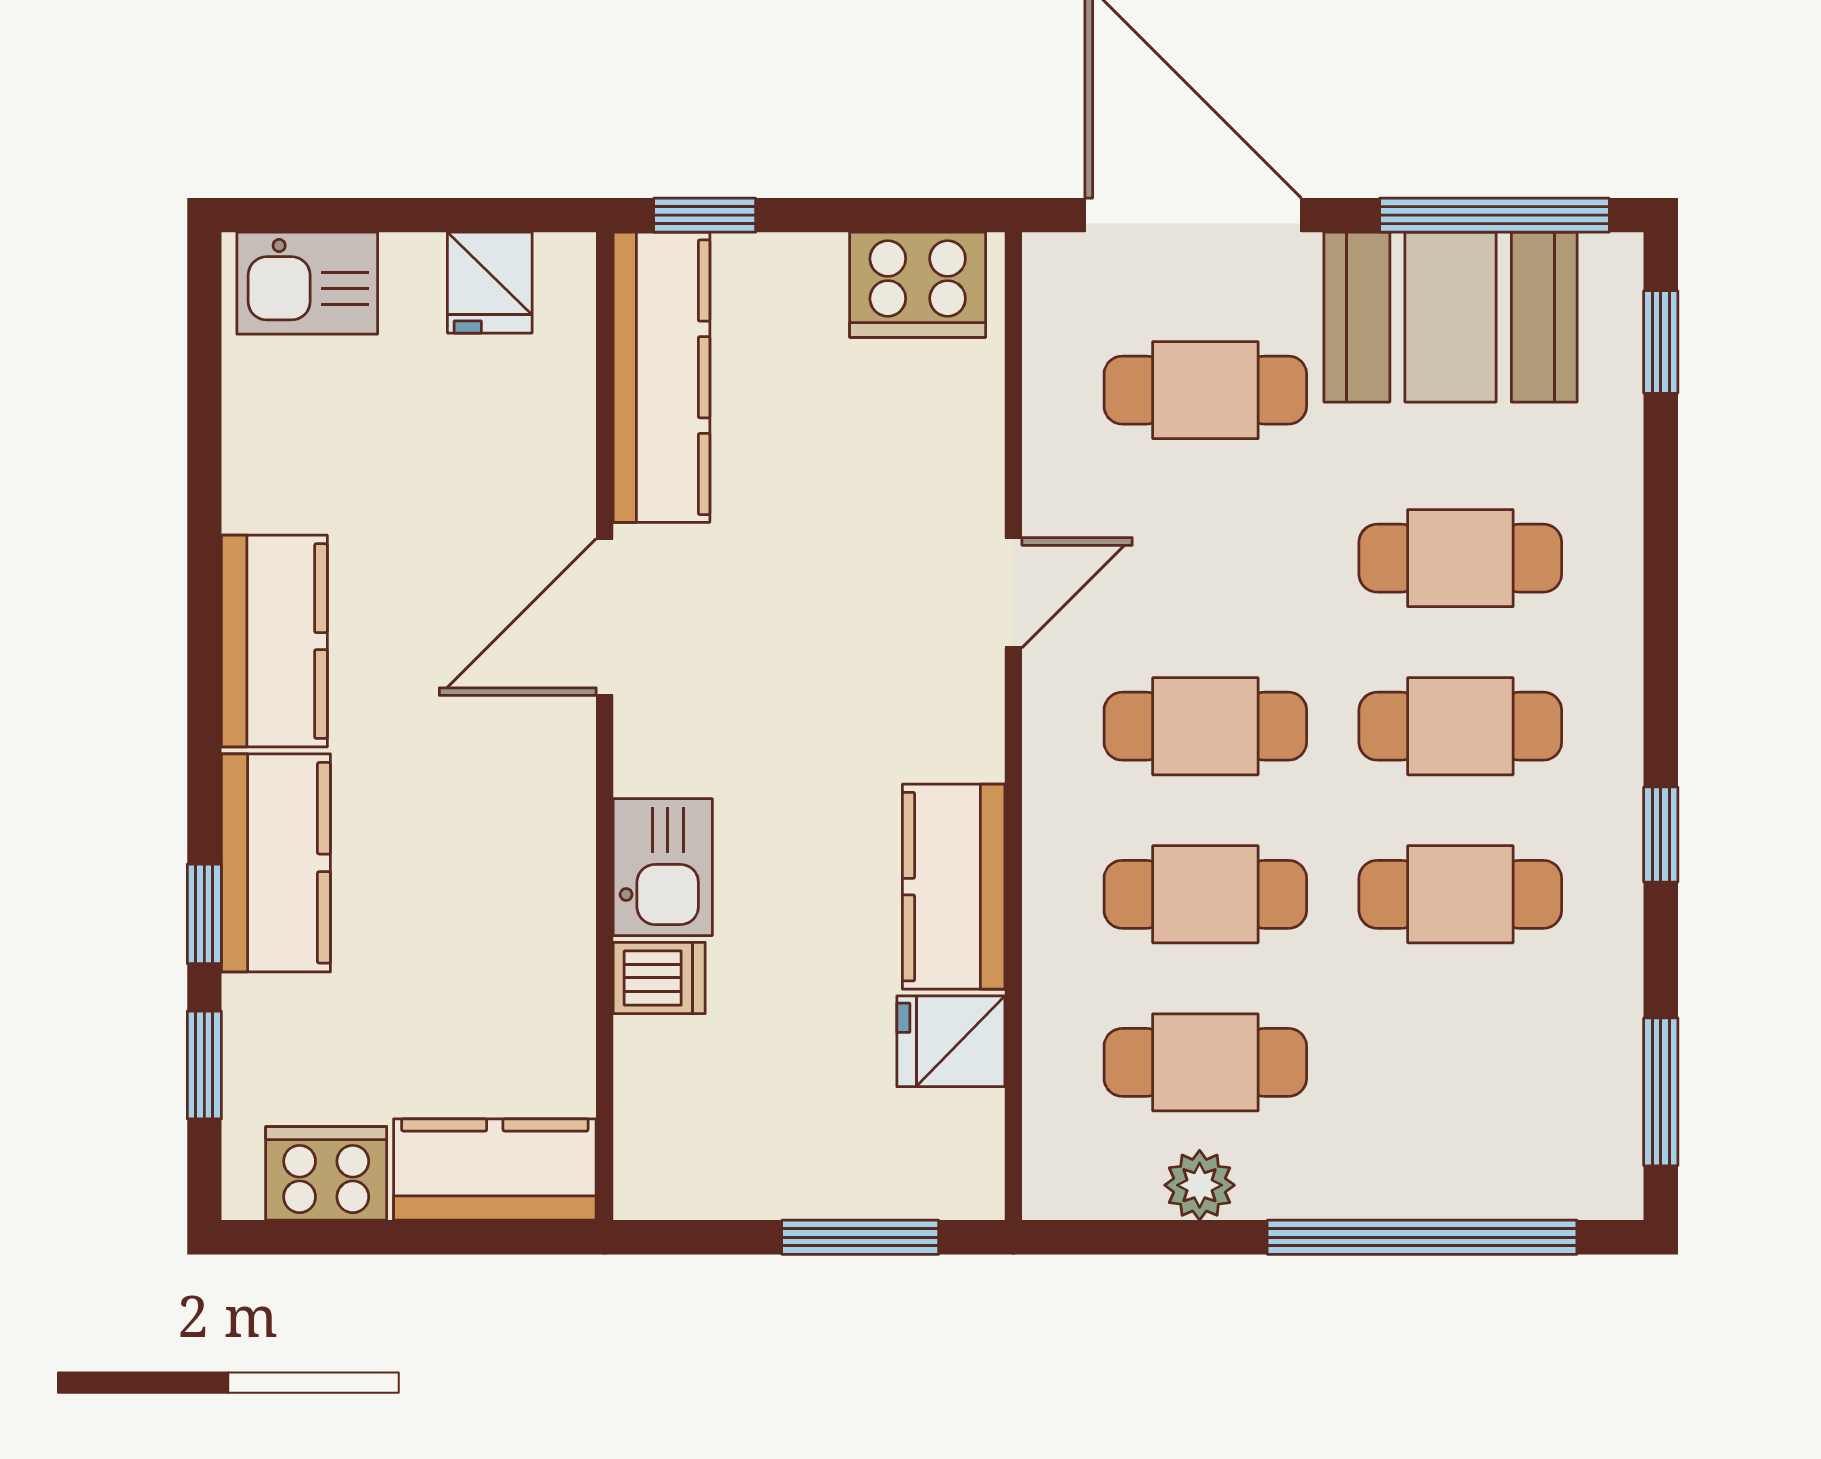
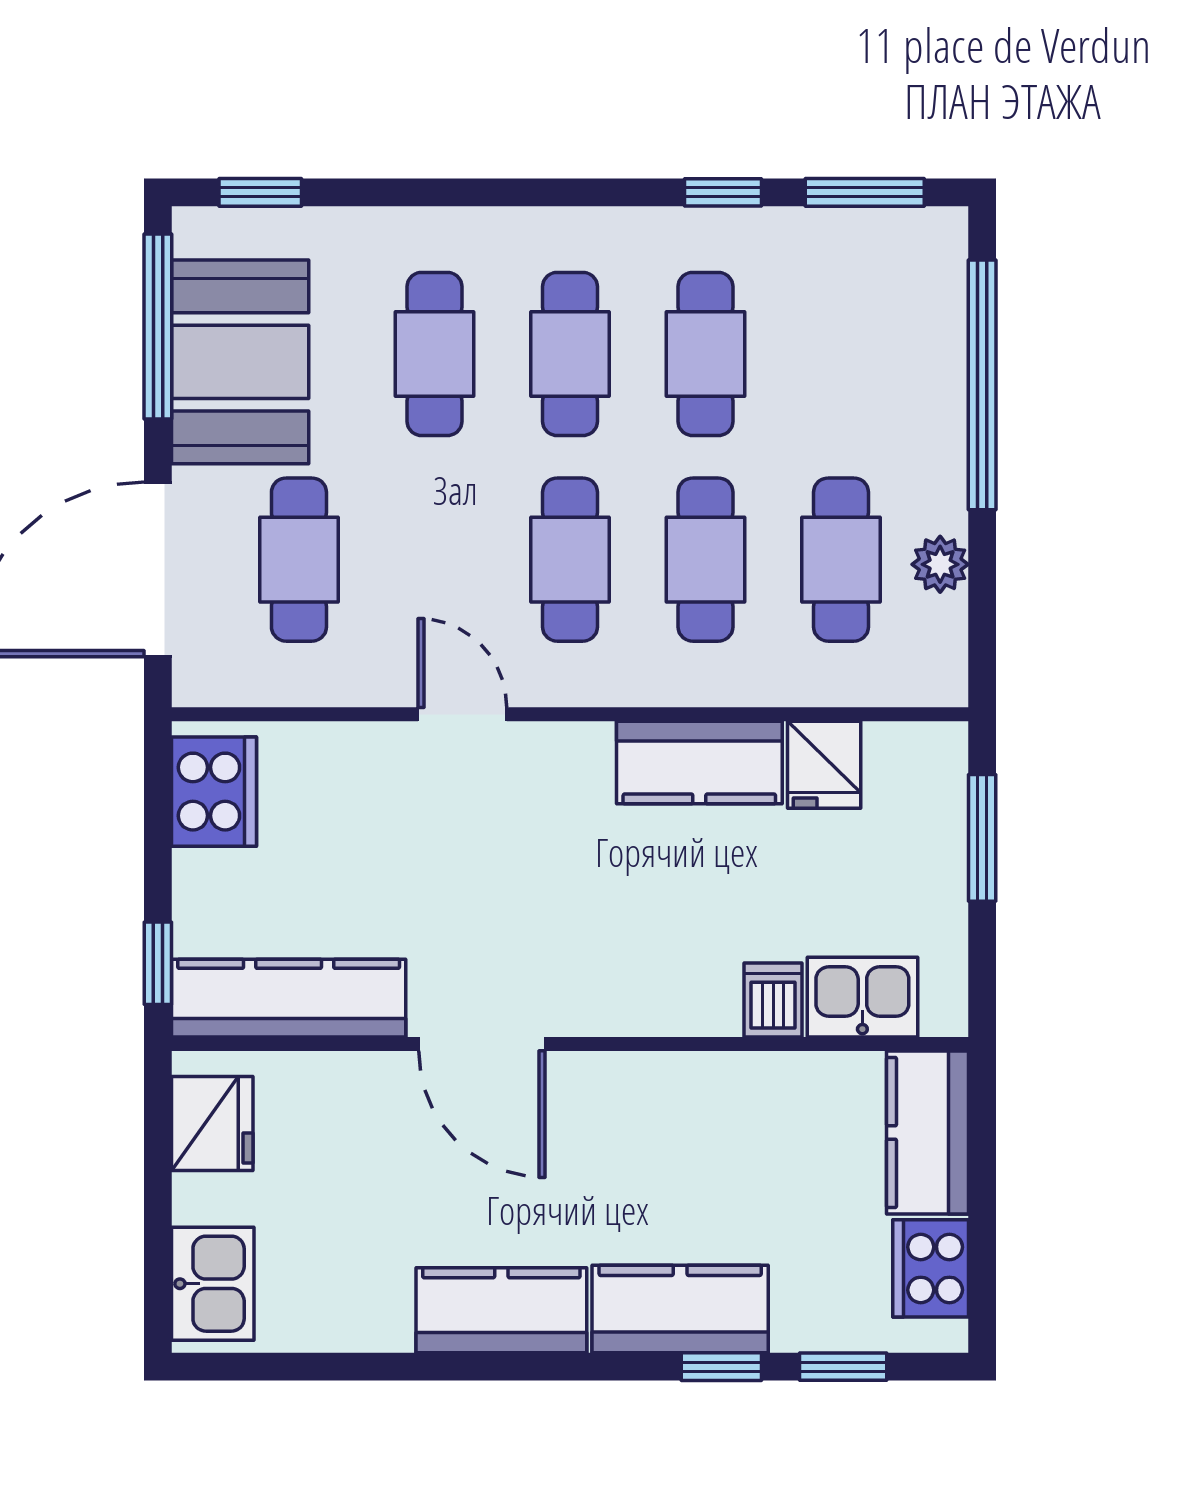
fridge: (490, 283) -> (212, 1123), width x1.38
window: (1661, 835) -> (723, 192), moved
kitchen sink: (663, 867) -> (862, 997), moved

